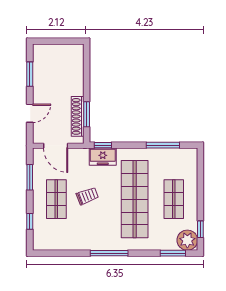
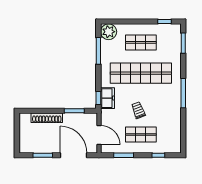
door: (30, 113) -> (74, 155), width x1.87
shoe rack: (78, 116) -> (47, 118), moved
door: (56, 146) -> (99, 135), hinge flipped
plant: (187, 240) -> (109, 32), moved

